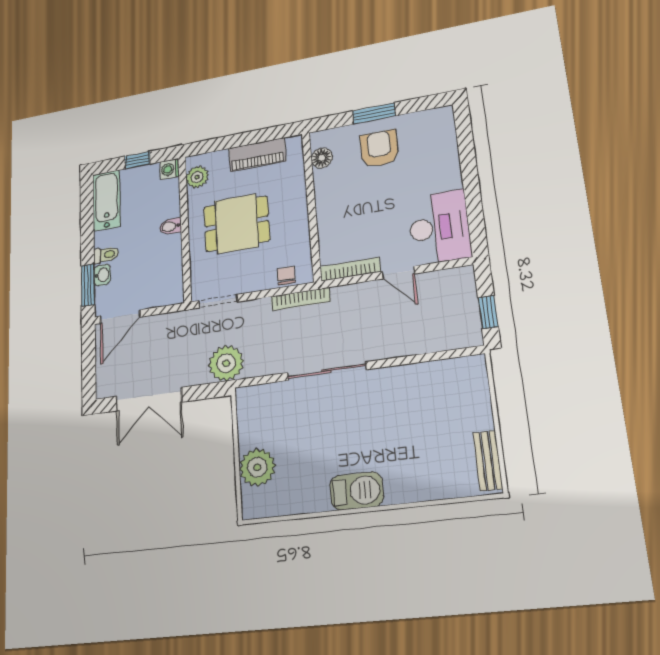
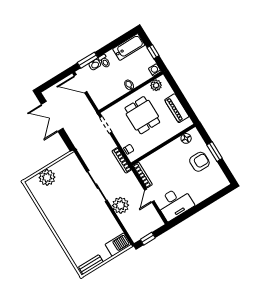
plant: (226, 363) -> (121, 205), moved
barbecue: (357, 491) -> (118, 245), moved, turned -90

